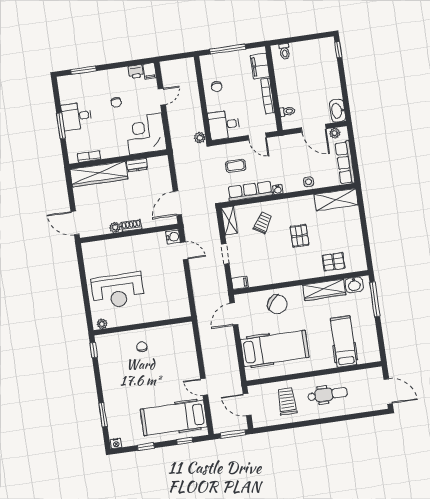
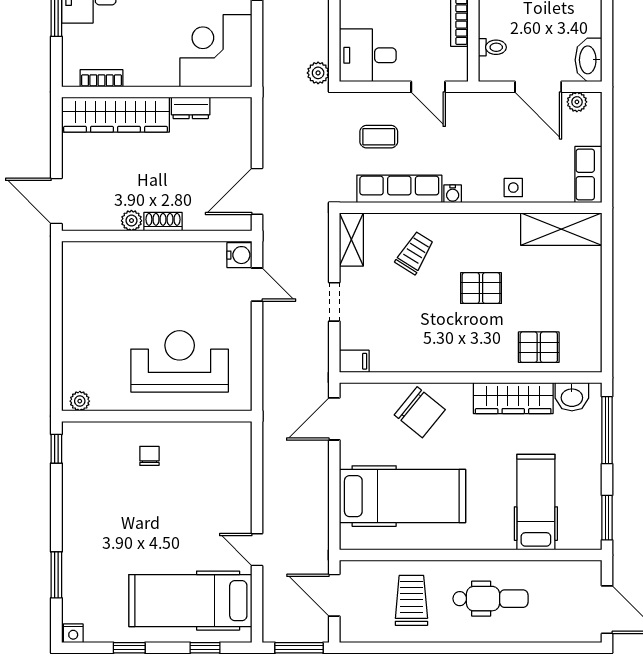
row of seats: (345, 163) -> (588, 174), width x0.68
pallet: (299, 236) -> (481, 288), turned 90
reception desk: (118, 291) -> (180, 361), moved, turned 180
window: (381, 344) -> (607, 518), added

